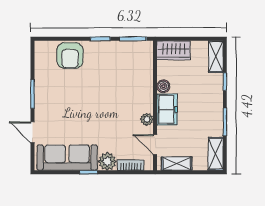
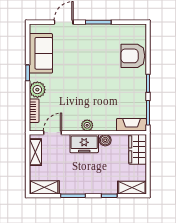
fireplace: (146, 57) -> (131, 125), added
plant: (147, 119) -> (87, 125), moved
sofa: (67, 158) -> (41, 53), width x0.73

